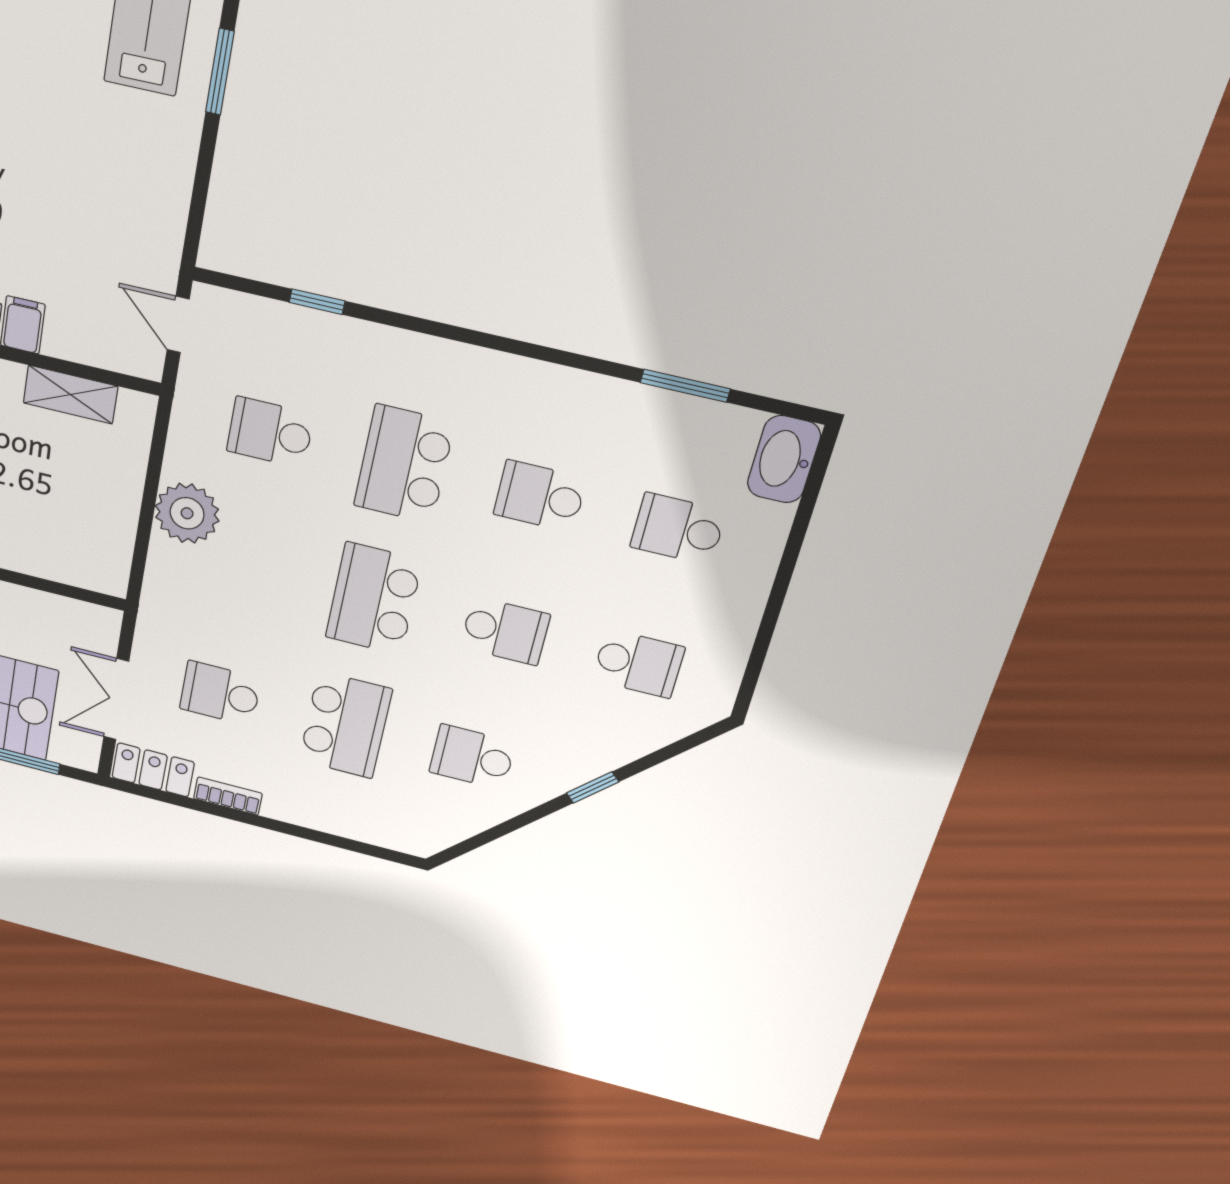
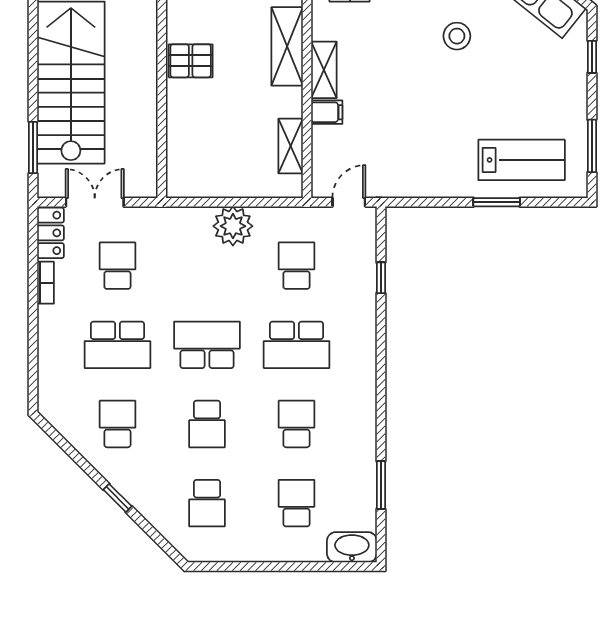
school desk: (404, 464) -> (297, 345), turned 180

